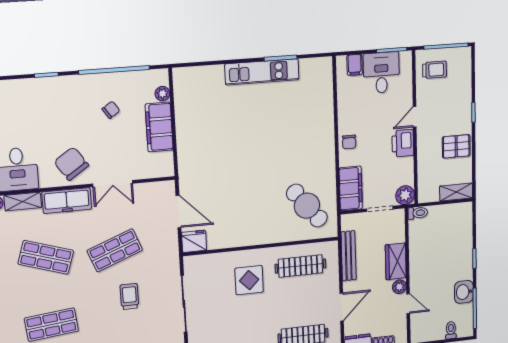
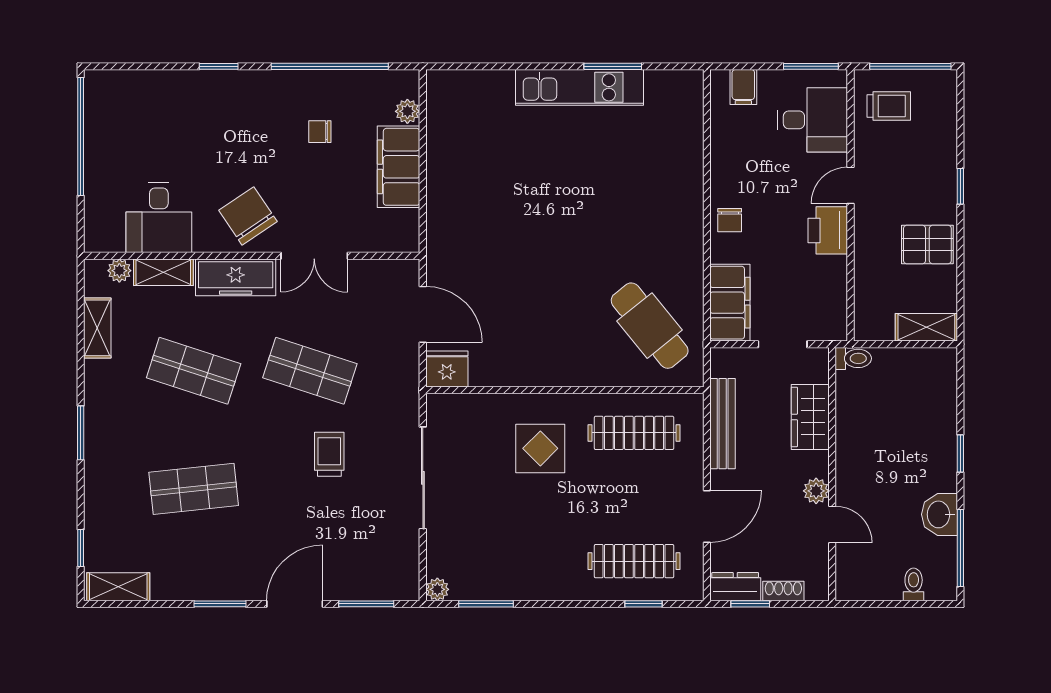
desk: (381, 73) -> (813, 120), moved, turned 90
chair: (111, 110) -> (320, 132), turned -146
plant: (405, 195) -> (830, 324), removed
shop shelf: (115, 250) -> (310, 371), turned 39
wardrobe: (396, 261) -> (810, 417), moved

